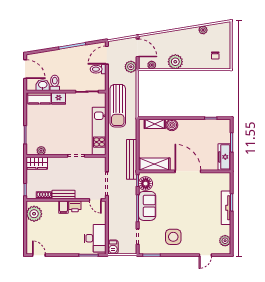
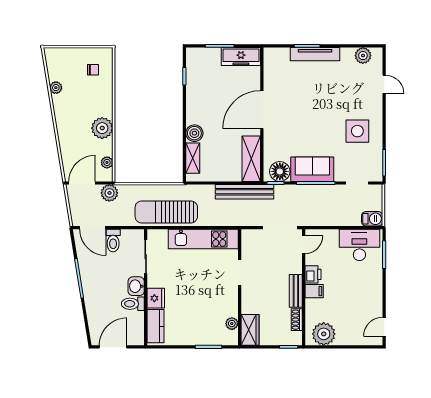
washbasin: (43, 85) -> (136, 286), moved
sun lounger: (118, 106) -> (166, 212), turned 180

